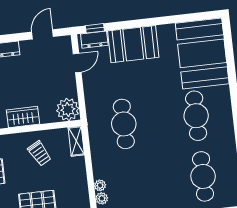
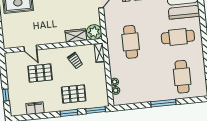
cafe table: (196, 116) -> (178, 37), turned 90
wardrobe: (23, 117) -> (76, 36), moved

